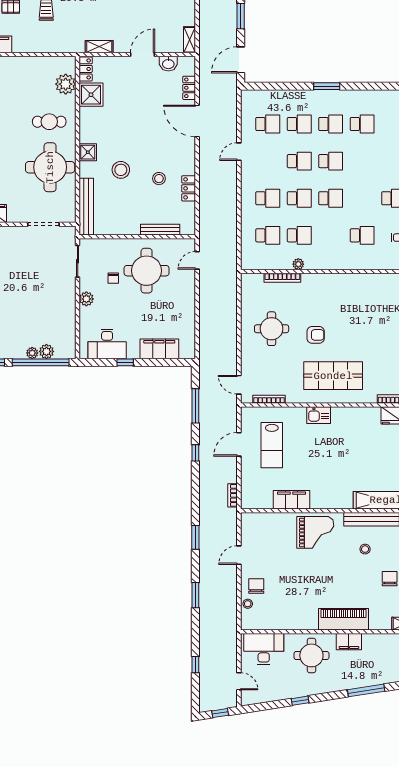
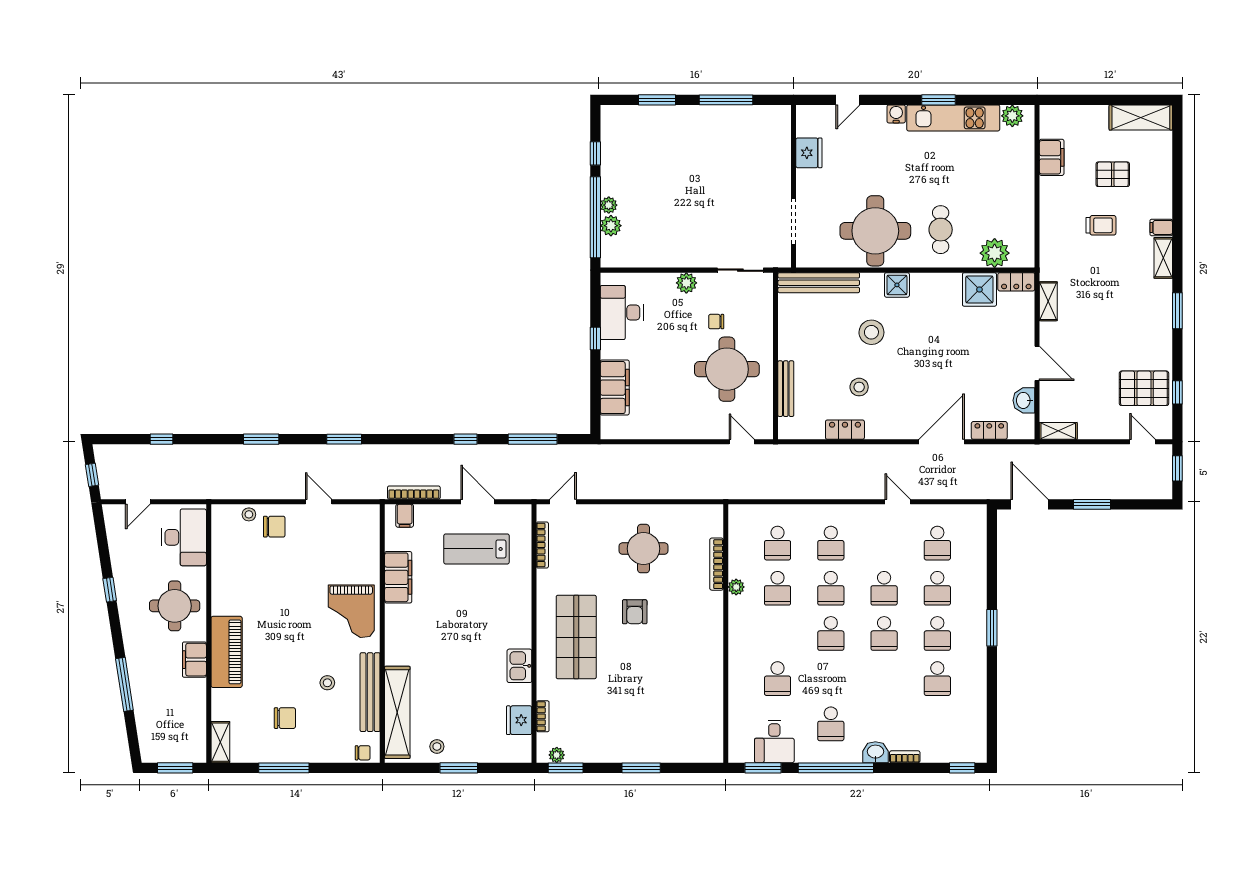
kitchen sink: (319, 415) -> (519, 666), moved
bookcase: (233, 495) -> (414, 493), width x1.56
filing cabinet: (249, 495) -> (405, 516), added

